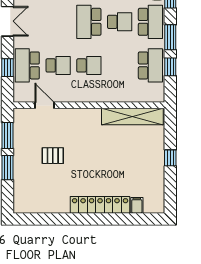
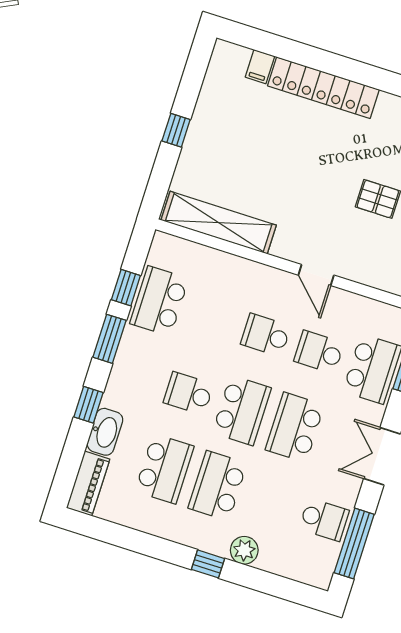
school desk: (150, 22) -> (295, 427), moved
door: (45, 105) -> (316, 275), moved

